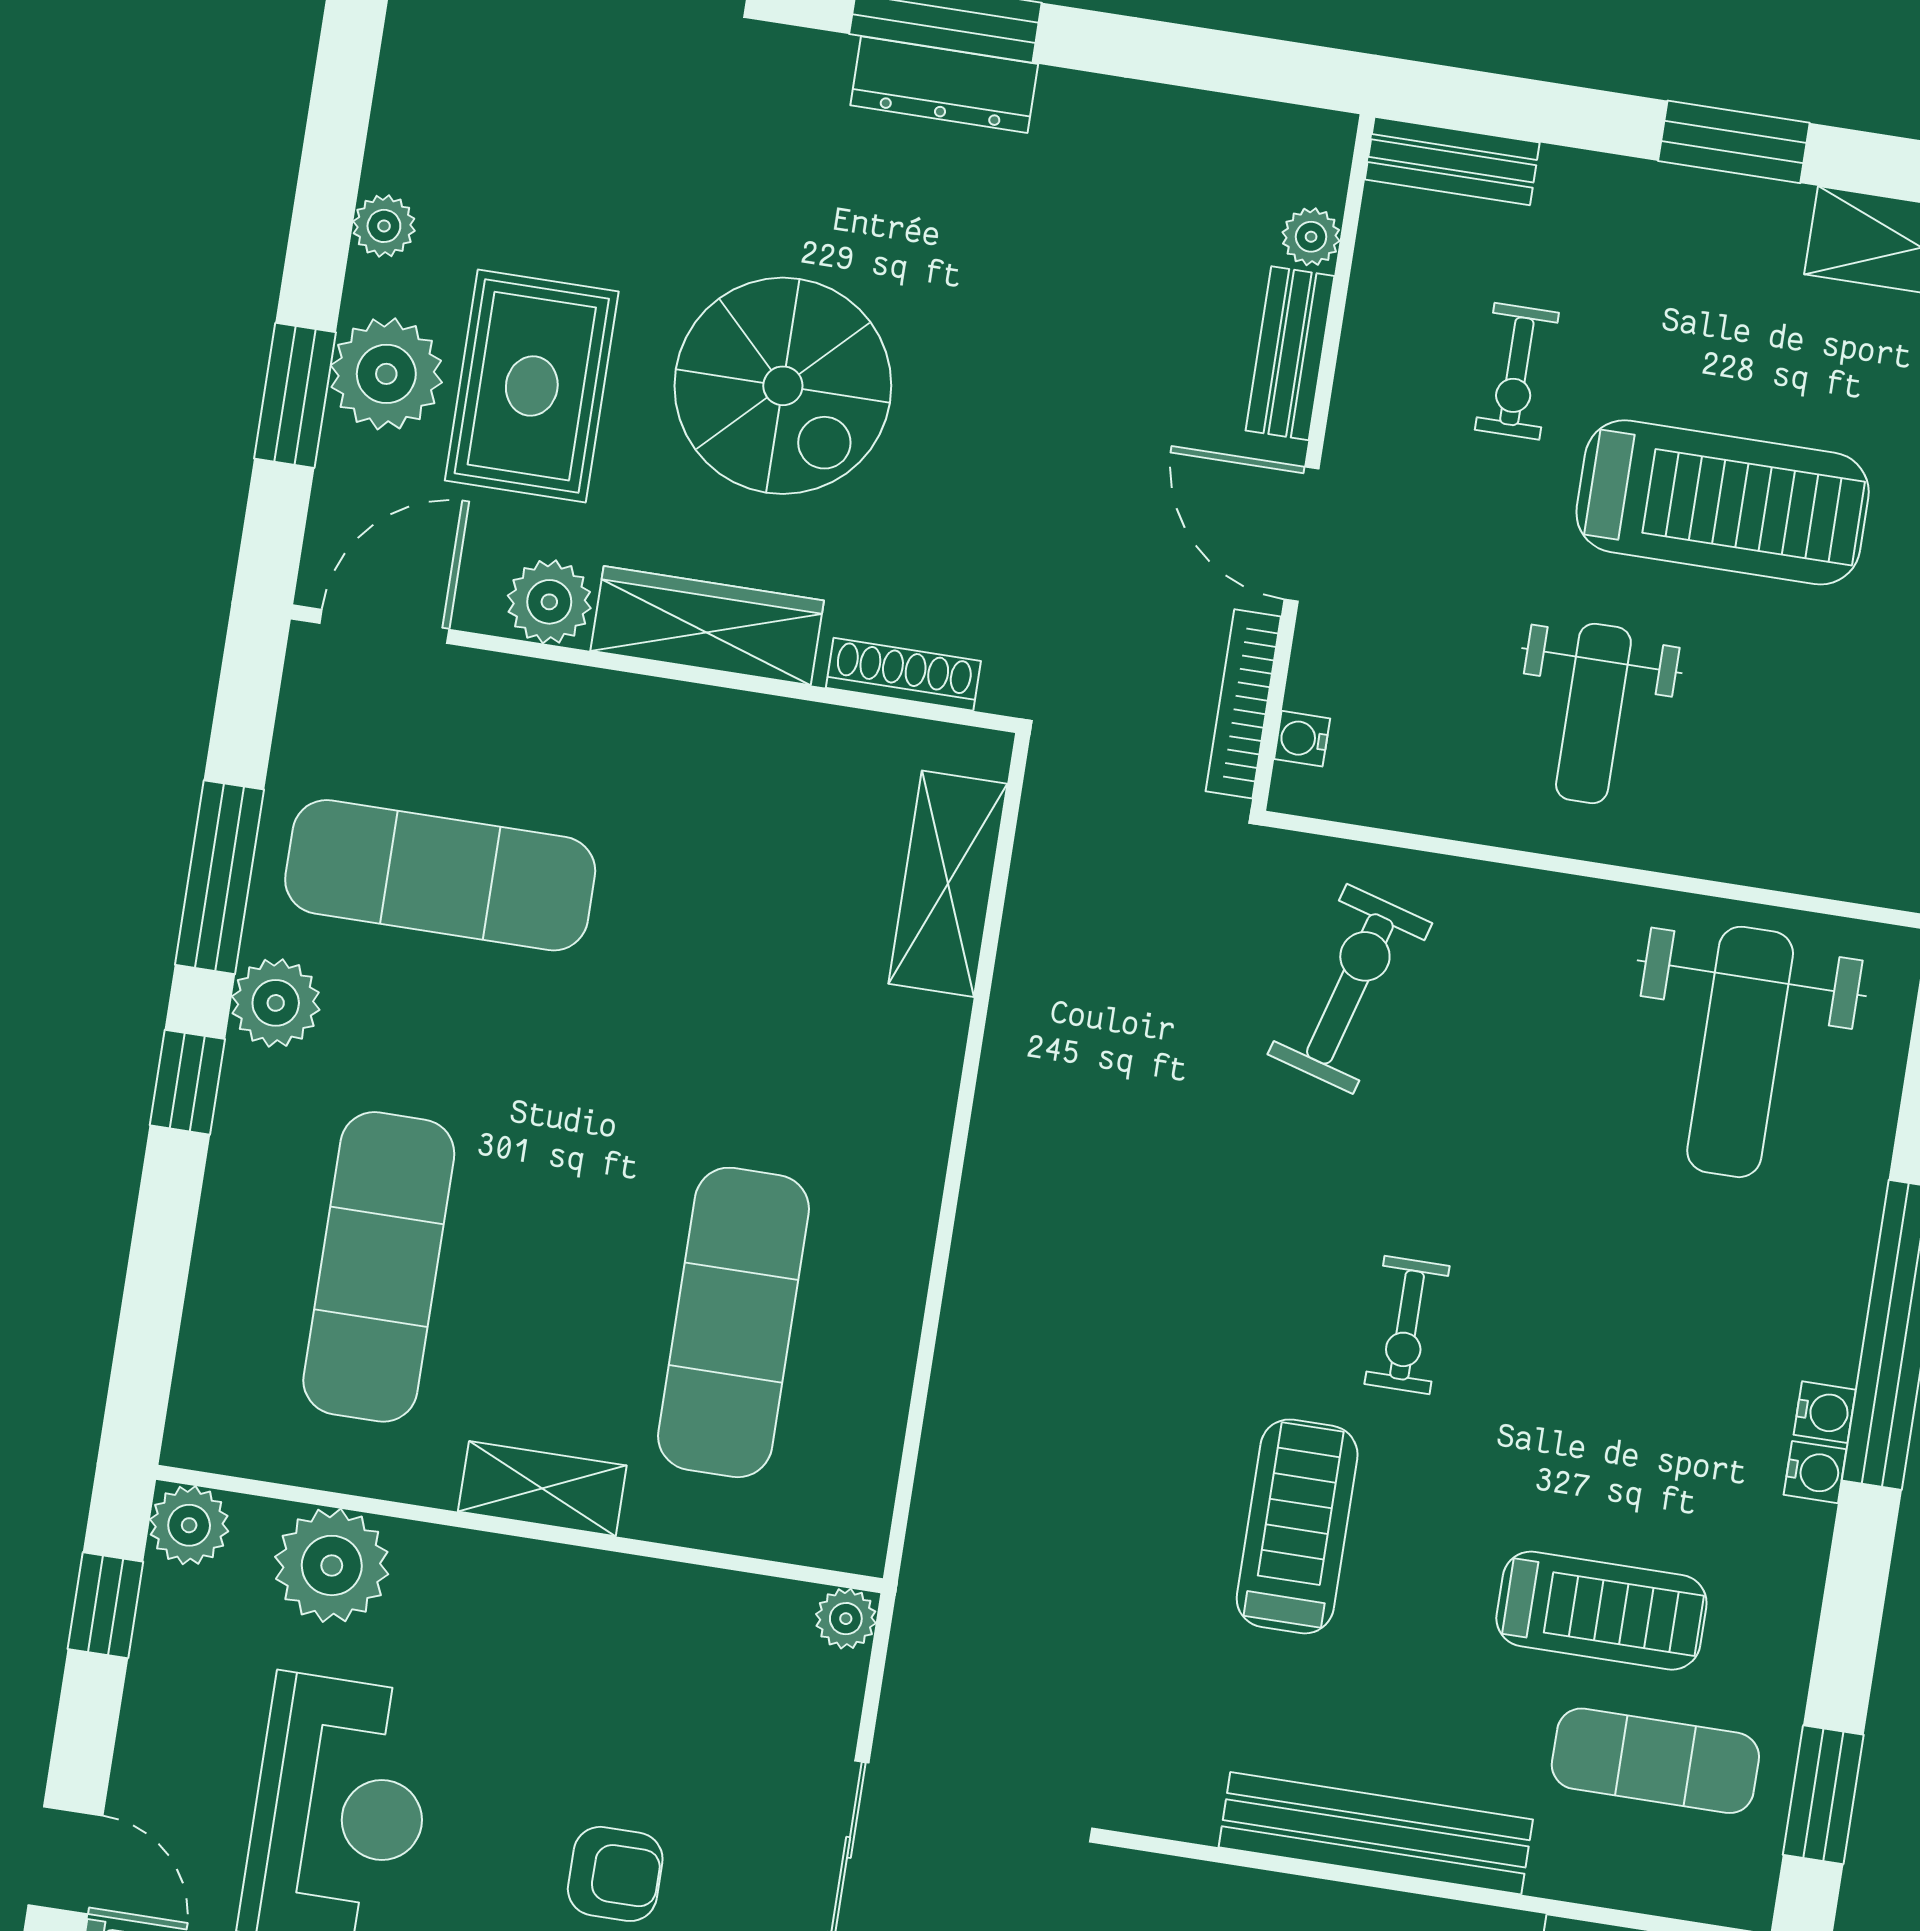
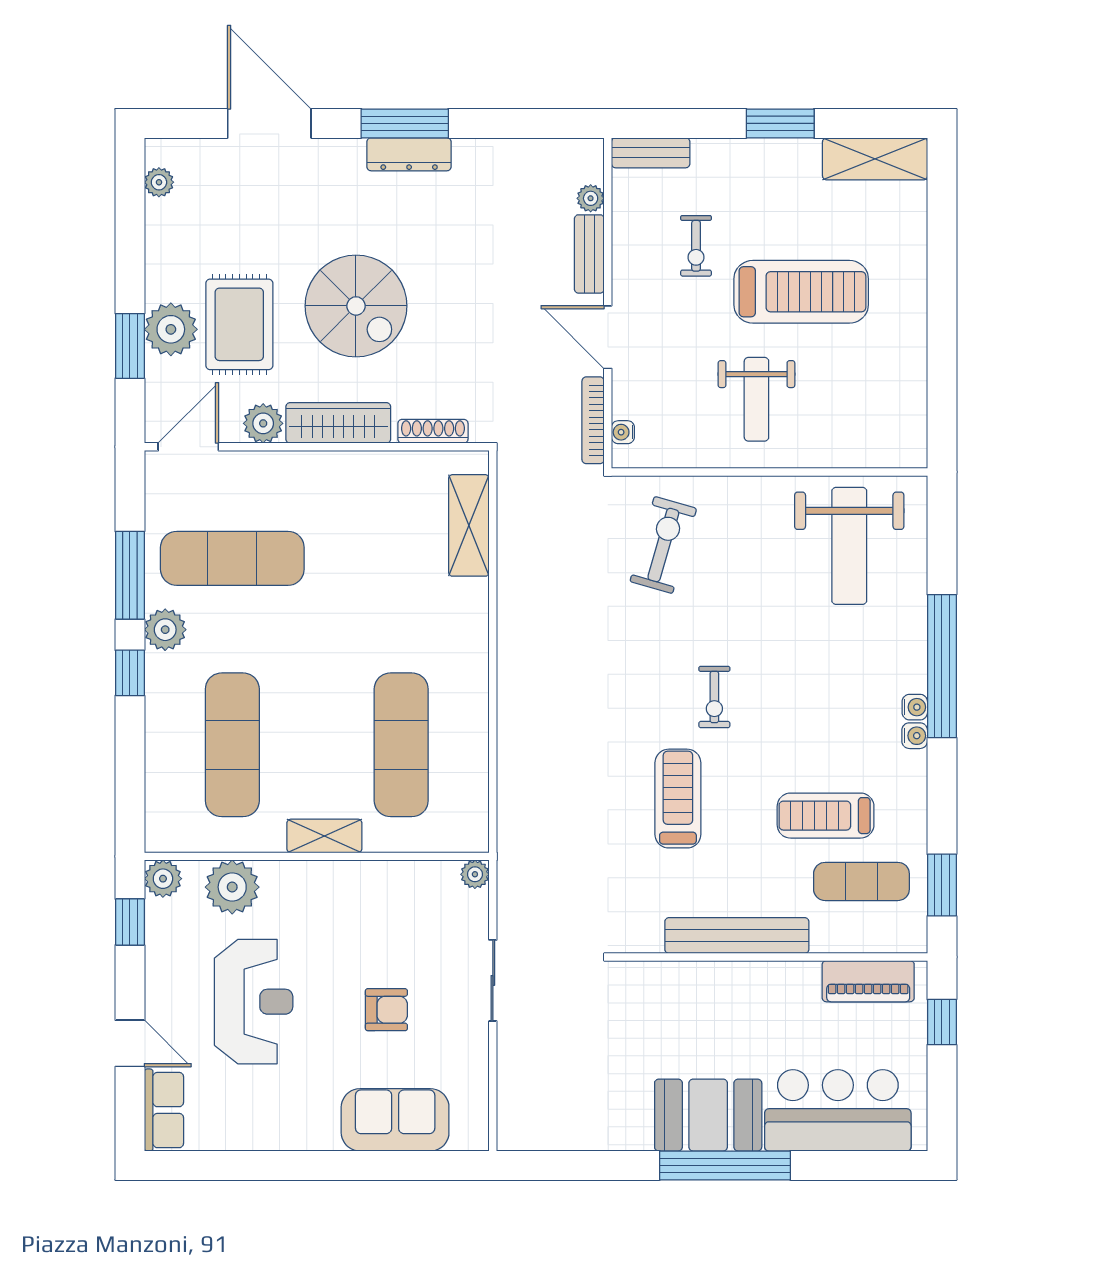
plant: (384, 226) -> (159, 182), moved
treadmill: (1601, 1611) -> (826, 816), turned 180

